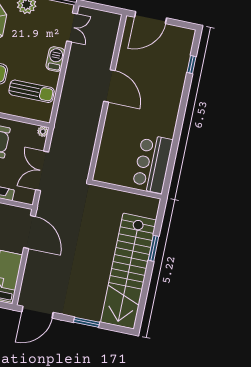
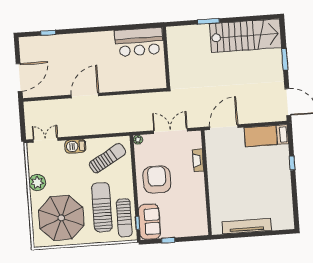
door: (151, 18) -> (19, 78), hinge flipped
sun lounger: (32, 91) -> (107, 158), turned 60
double door: (42, 171) -> (170, 131), swing flipped
stairs: (129, 271) -> (246, 36), width x0.73

